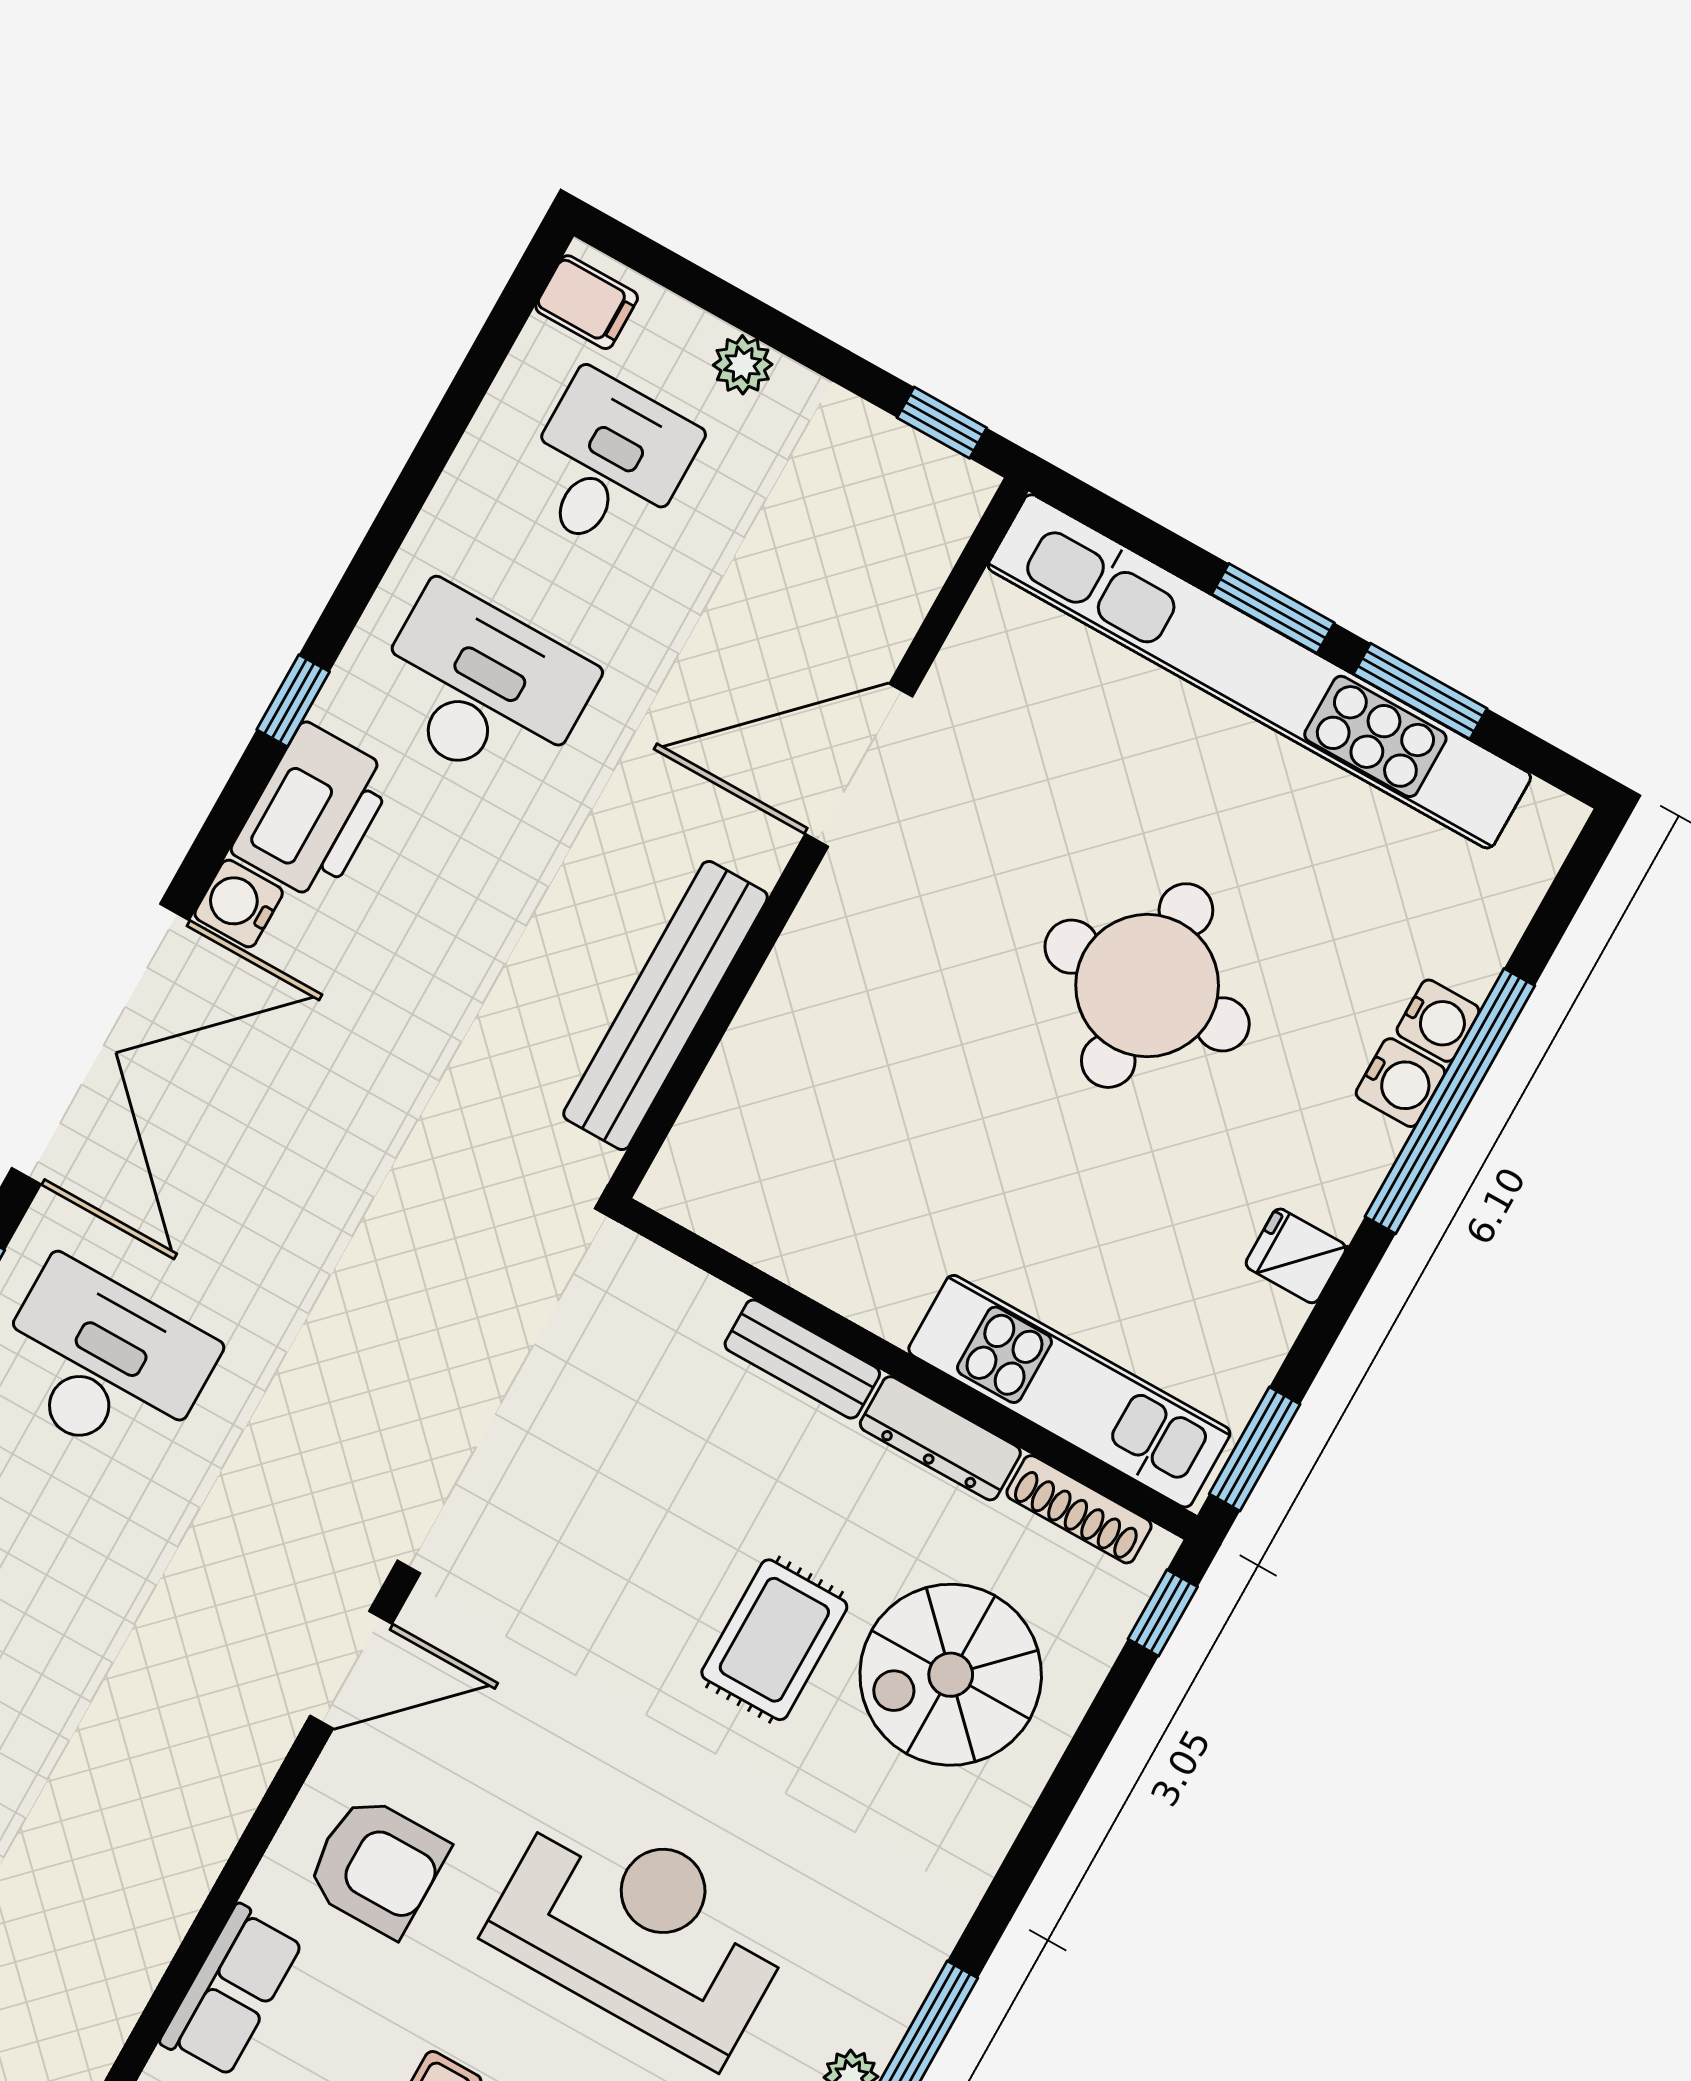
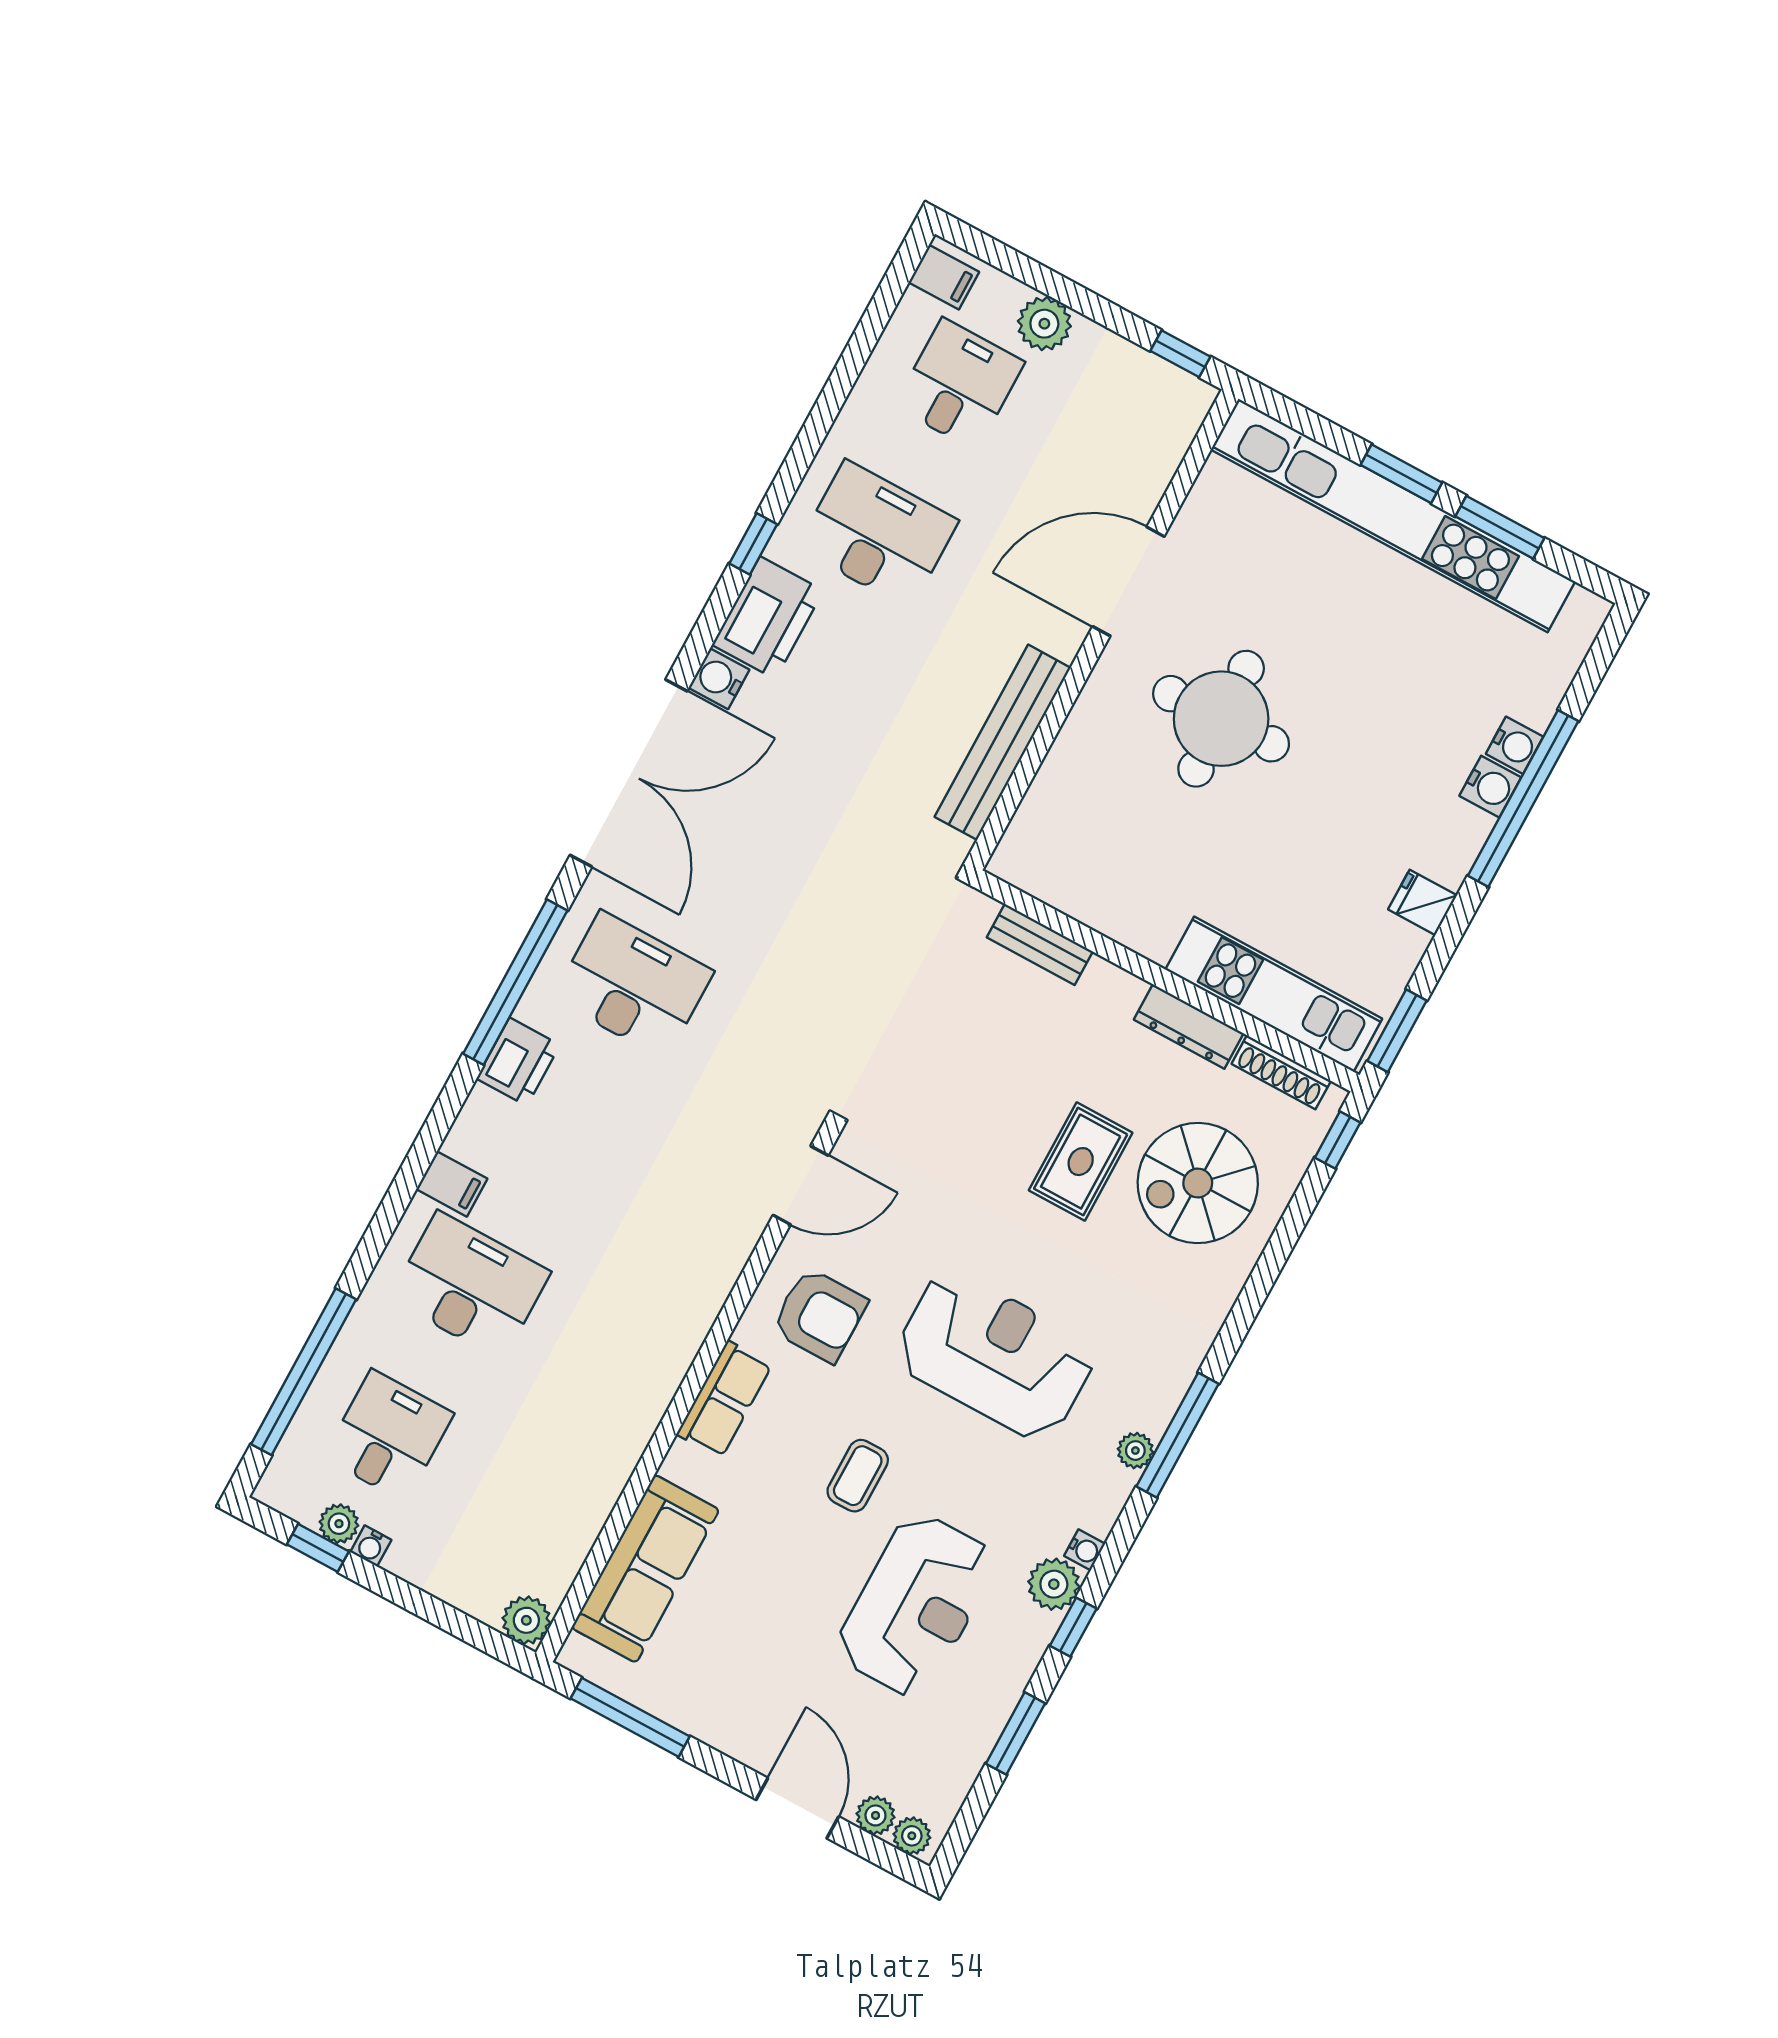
plant: (743, 365) -> (1044, 324), width x1.38, depth x1.38
round table: (1147, 986) -> (1221, 719), moved
bench: (802, 1359) -> (1040, 944), moved

